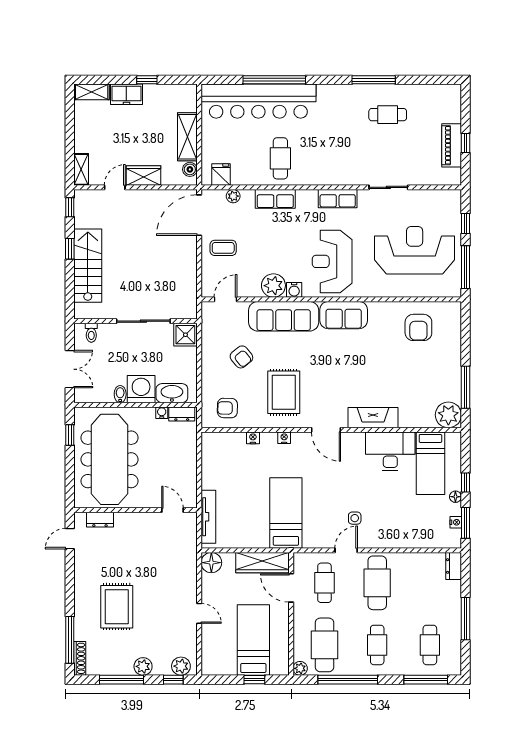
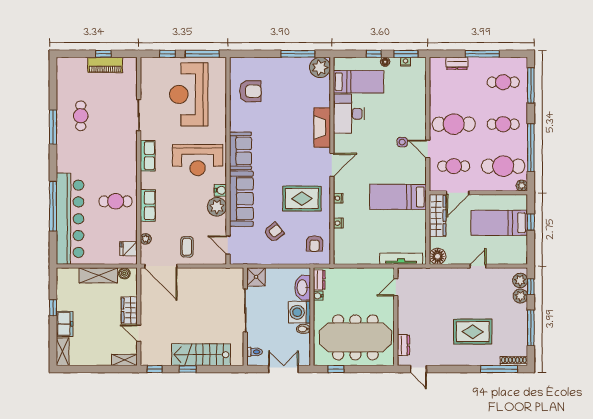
dresser: (454, 566) -> (457, 63), moved
plant: (143, 666) -> (520, 296), moved

